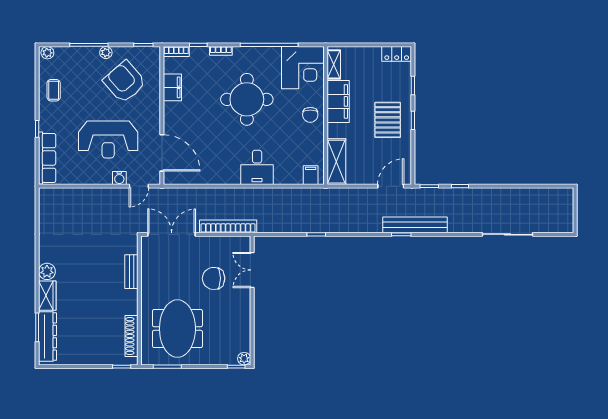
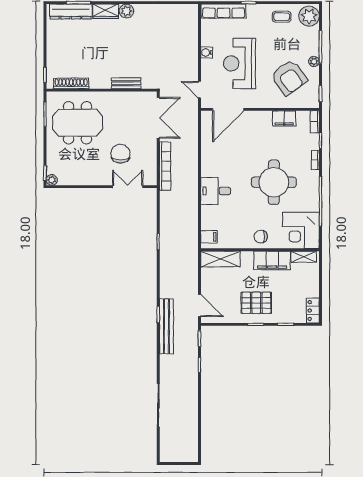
plant: (47, 53) -> (309, 16), width x1.87, depth x1.87
armchair: (125, 82) -> (289, 77), turned 95
water cooler: (119, 178) -> (207, 52), moved

